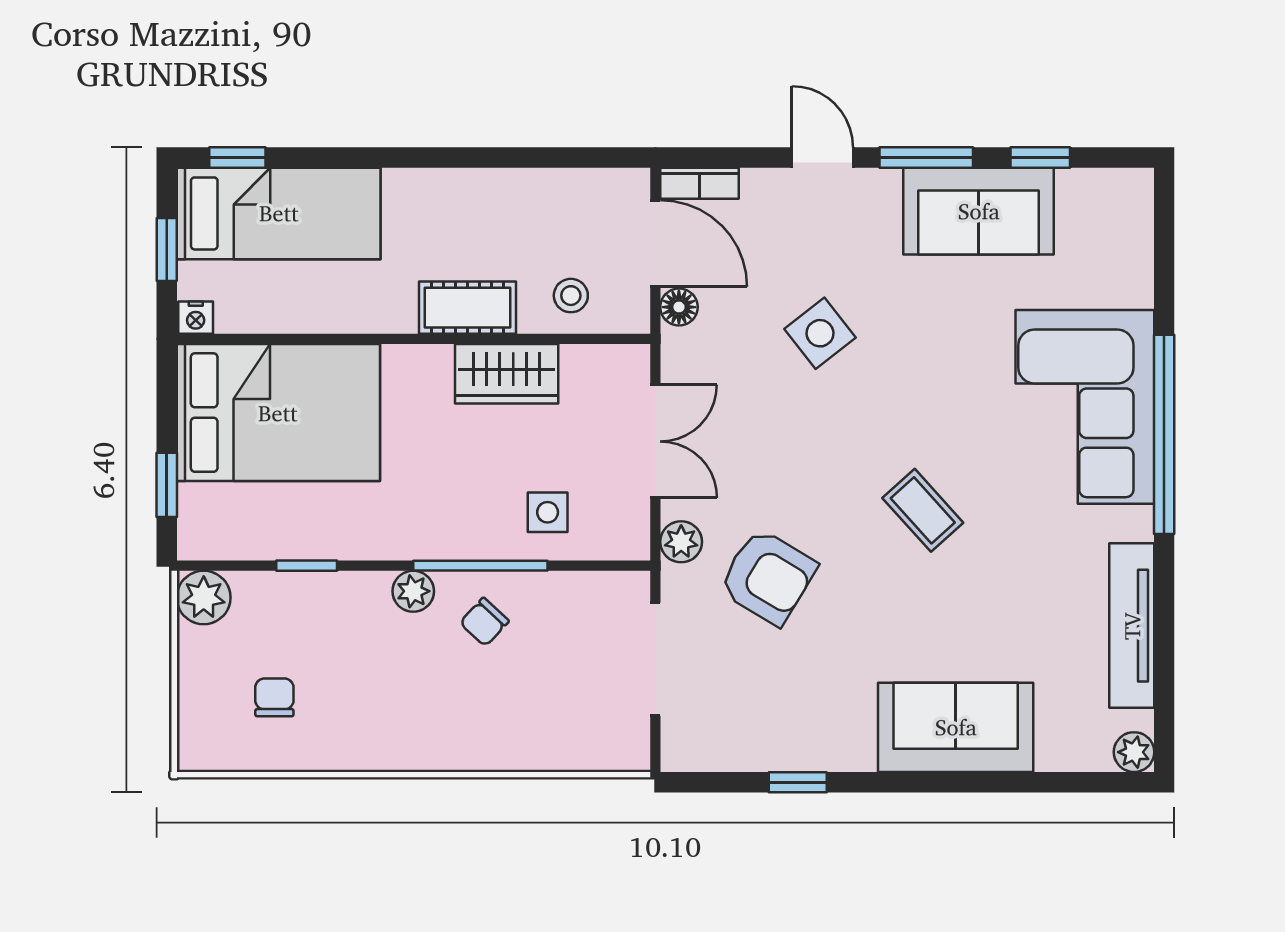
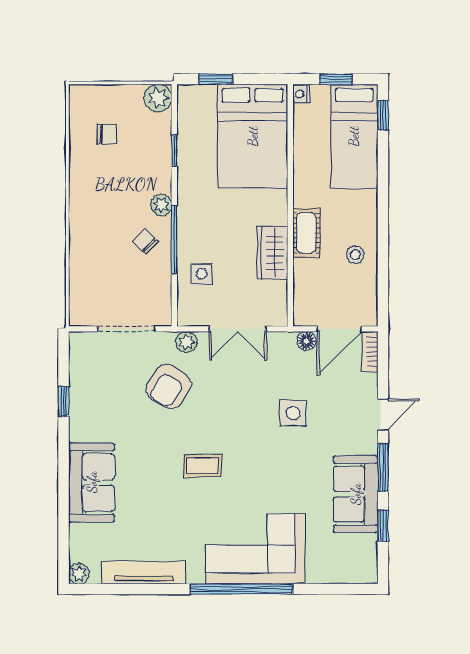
stool: (571, 296) -> (355, 255), moved
side table: (820, 333) -> (293, 413), turned 38
coffee table: (923, 510) -> (203, 466), turned 42

